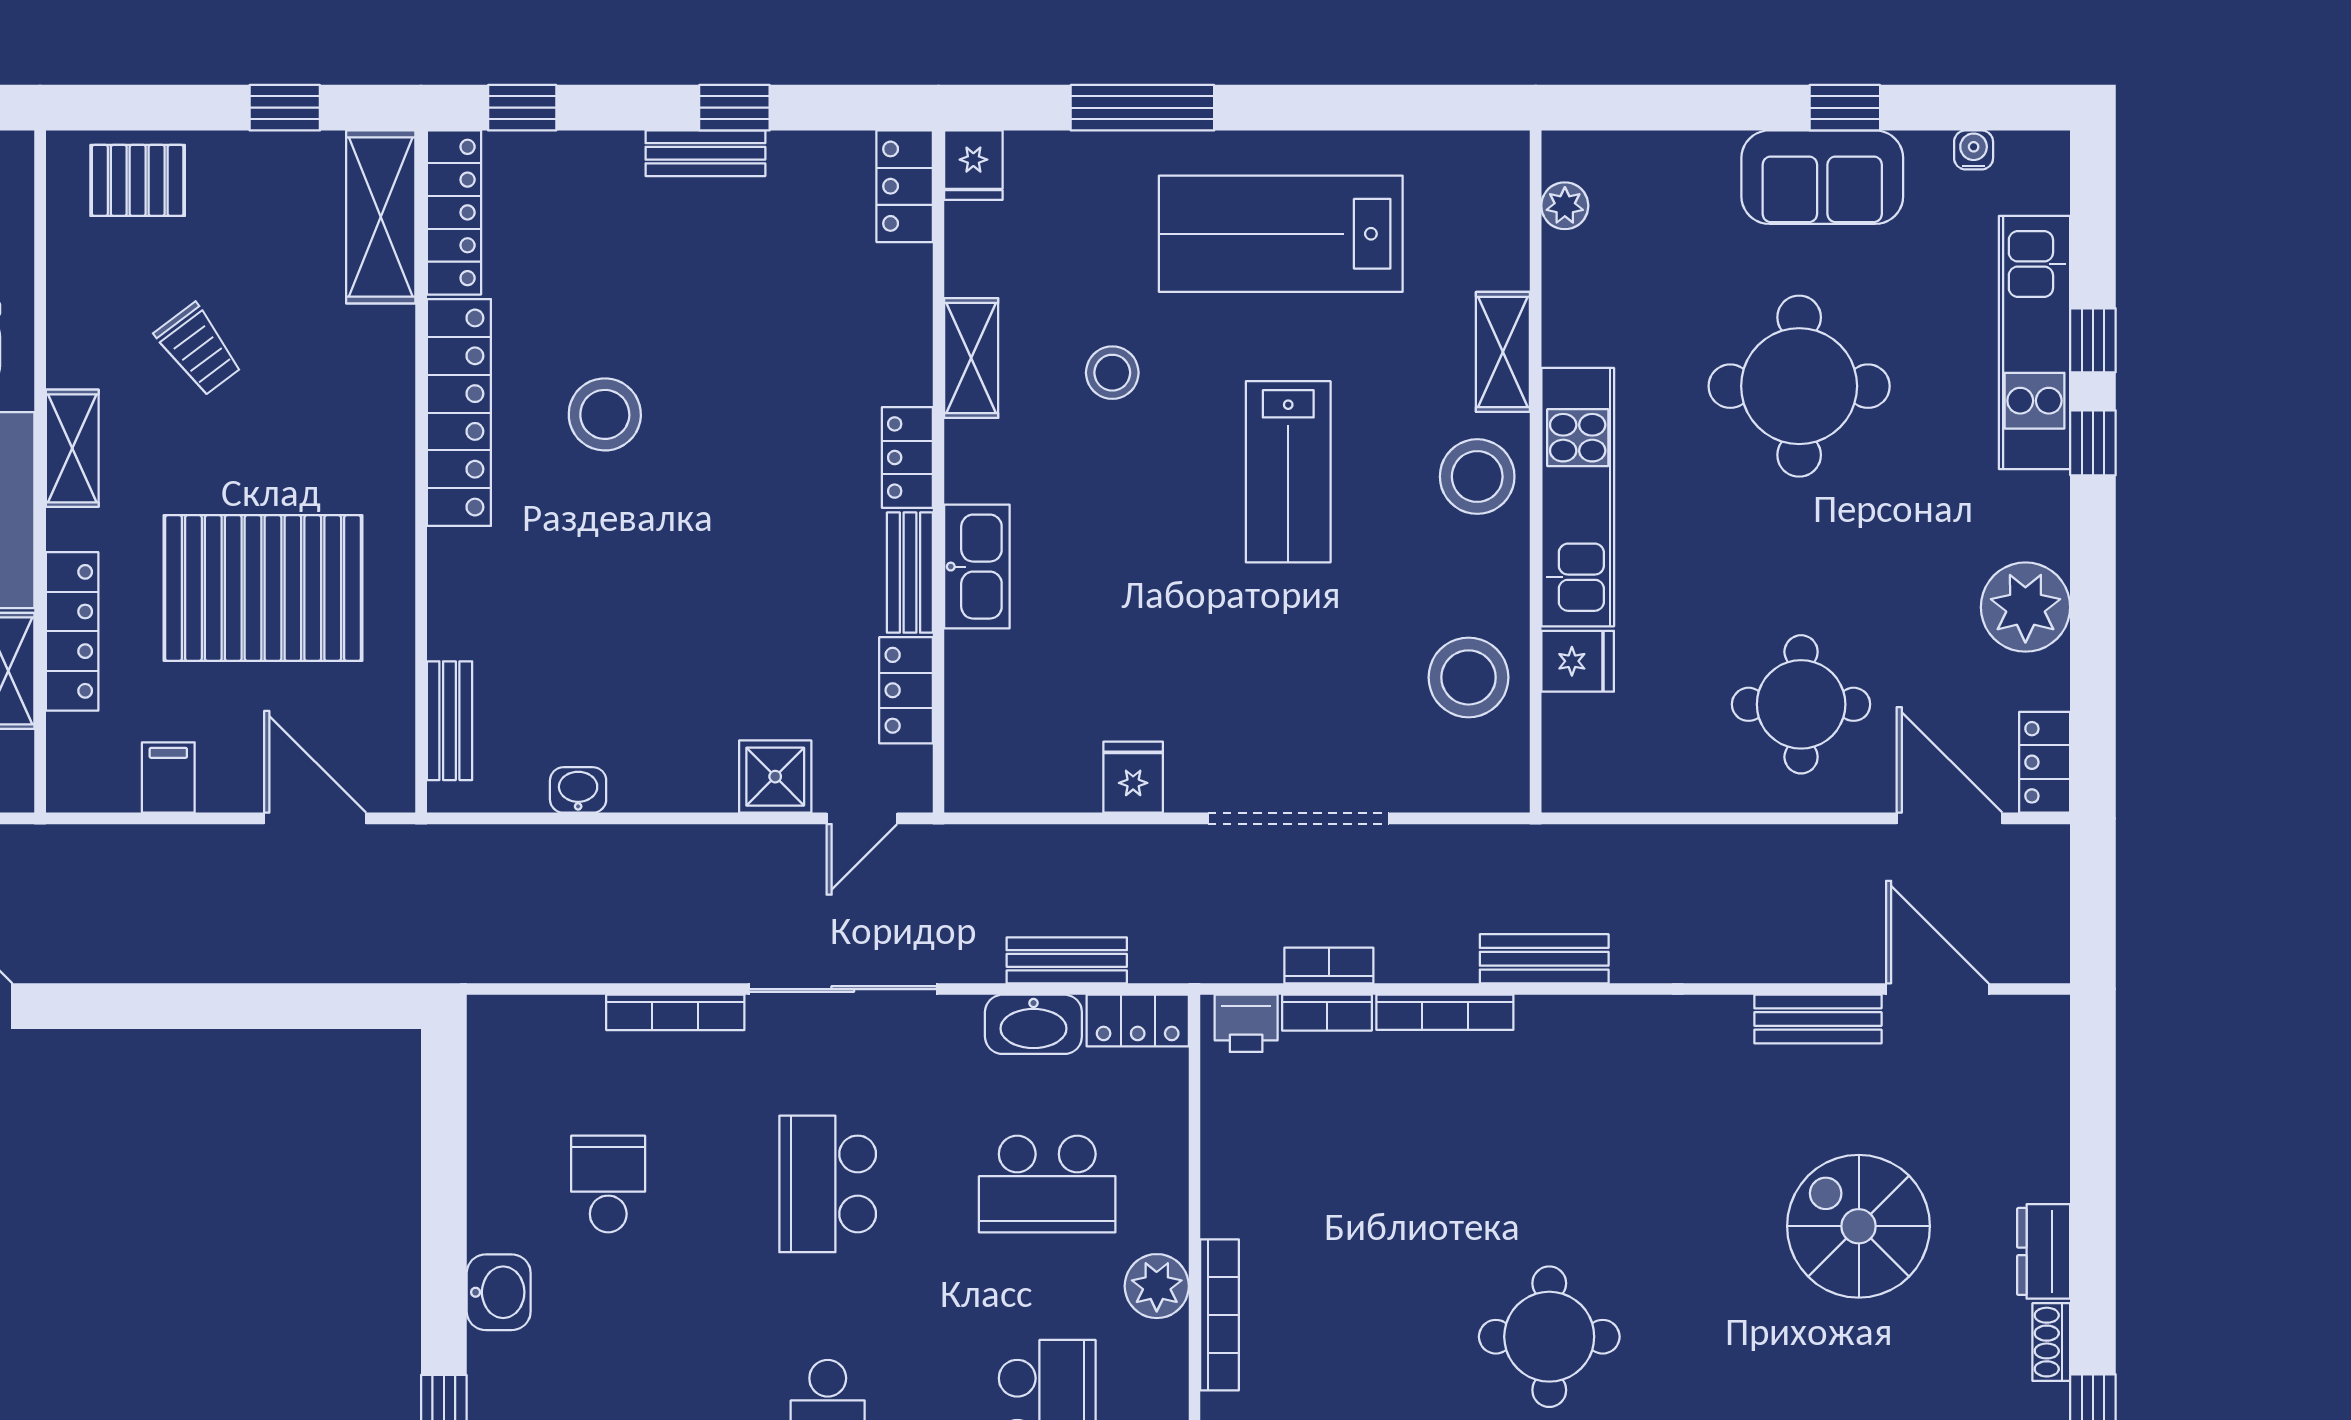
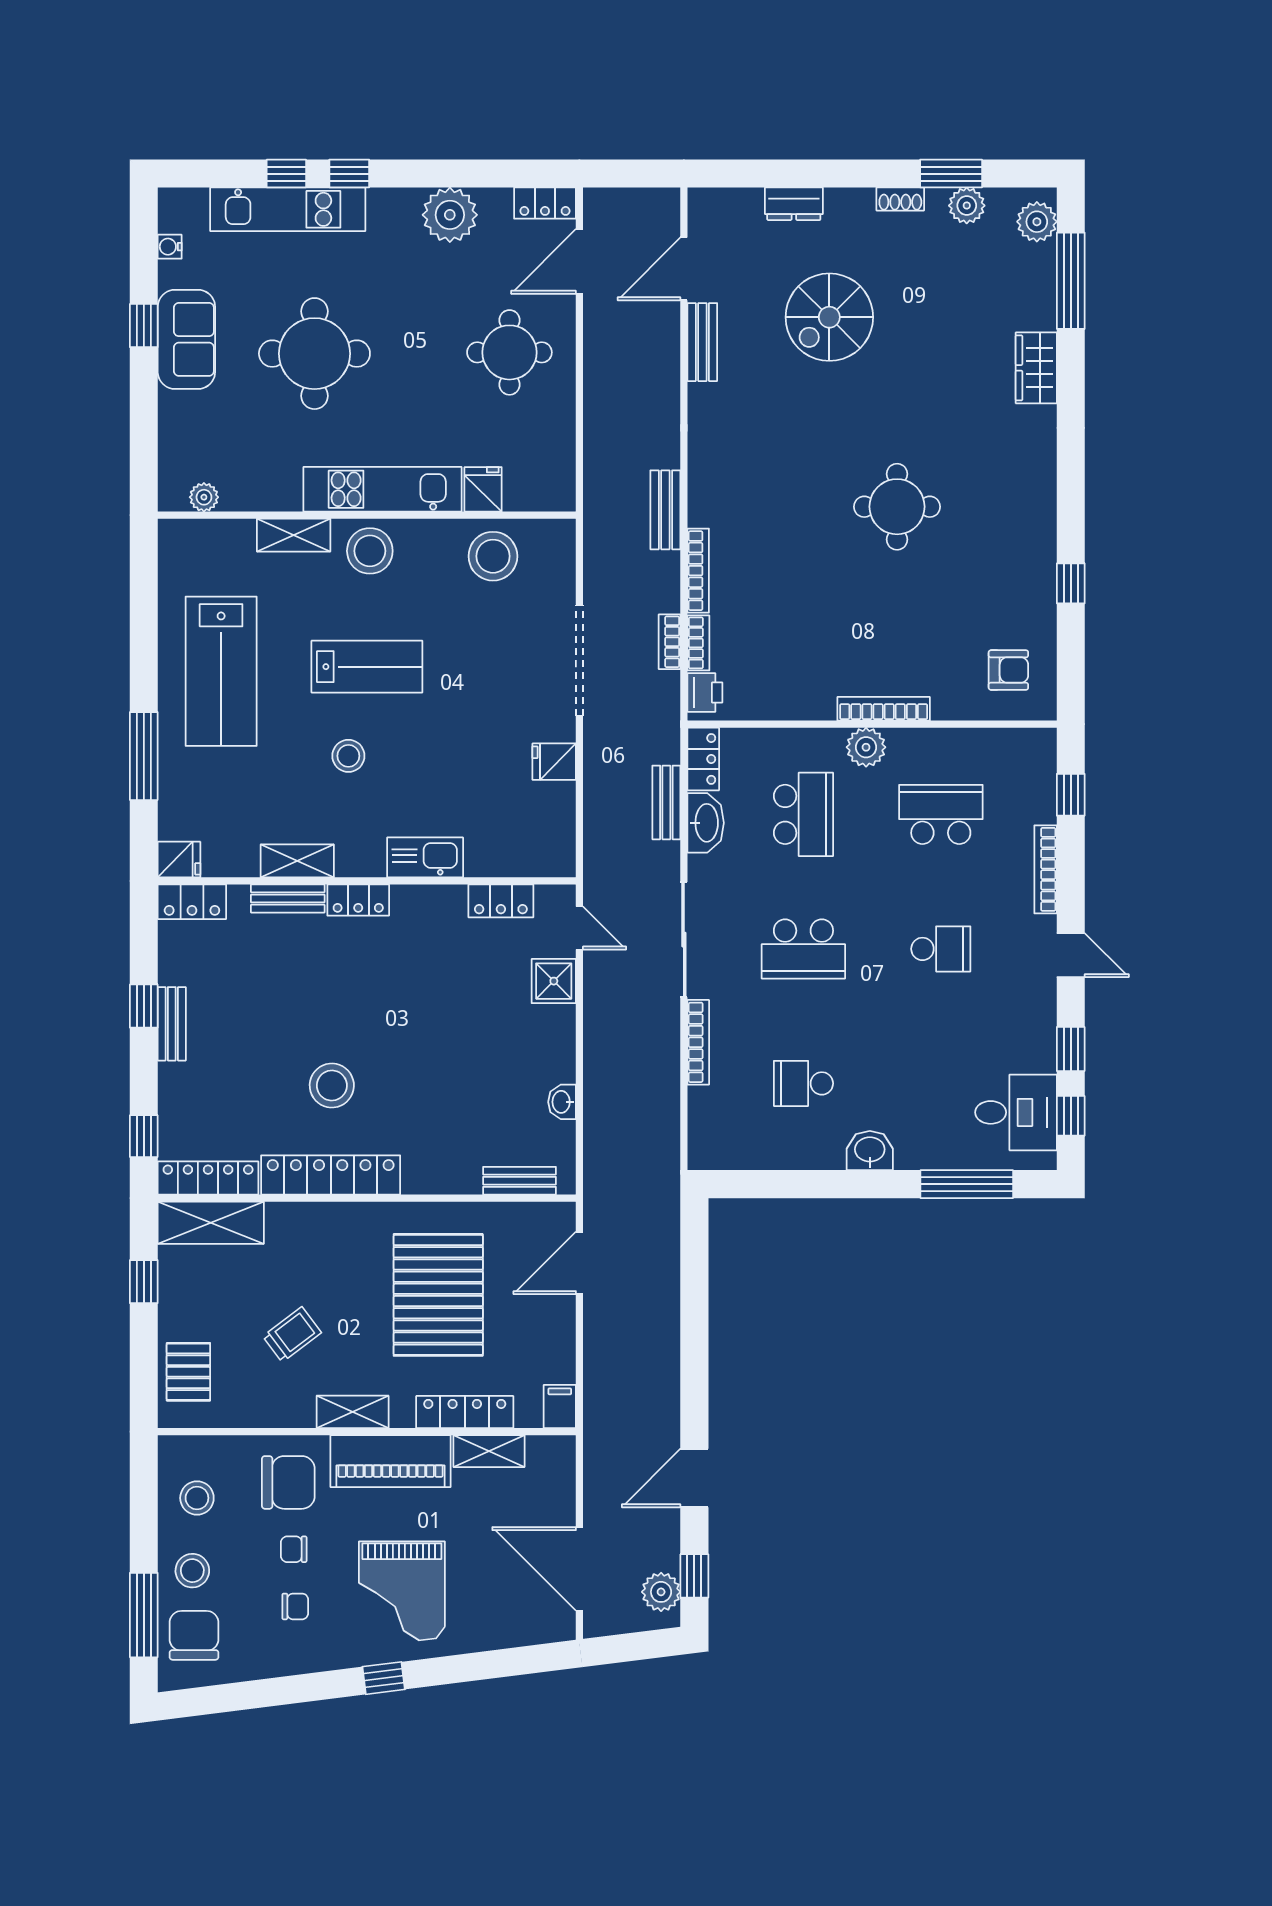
stool: (1112, 373) -> (348, 756), moved
bench: (910, 573) -> (288, 899), moved
filing cabinet: (168, 778) -> (560, 1406), moved, turned 90
dresser: (2044, 1251) -> (794, 204), moved

